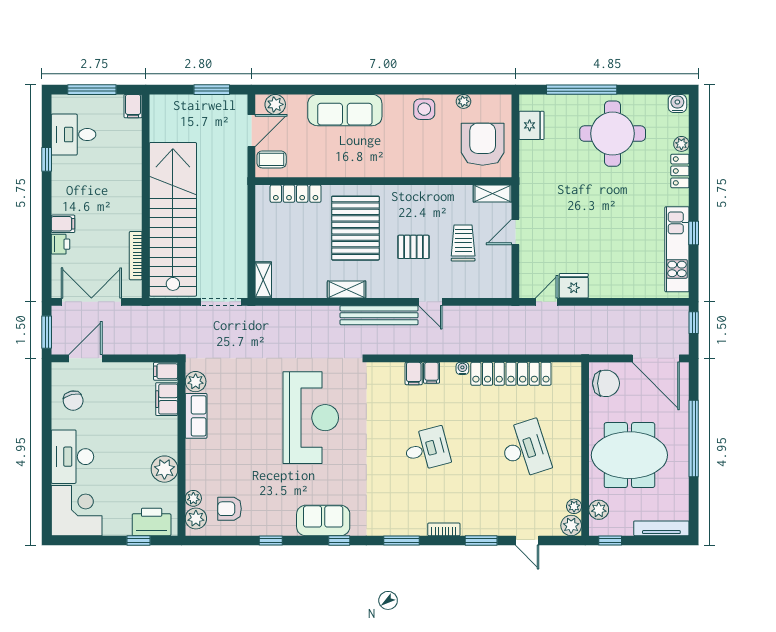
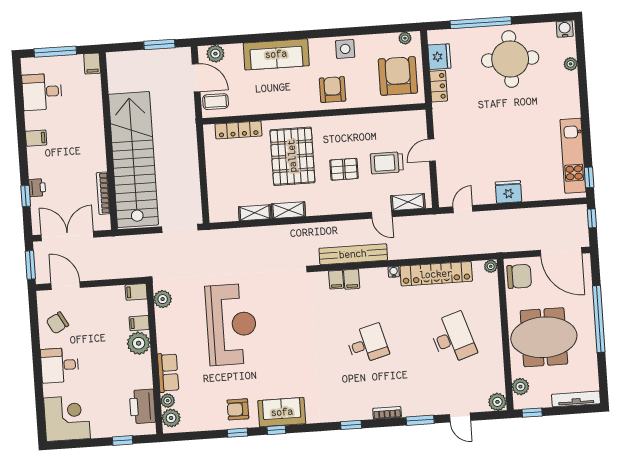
plant: (463, 101) -> (405, 38), moved
door: (251, 131) -> (196, 78), hinge flipped
armchair: (407, 155) -> (333, 90), added
window: (47, 159) -> (26, 196), moved
locker: (680, 171) -> (438, 86), moved, turned 180
shelving: (492, 194) -> (408, 202), moved
filing cabinet: (63, 224) -> (36, 138), moved
window: (694, 233) -> (589, 177), moved
trolley: (463, 243) -> (387, 163), turned -90
shelving: (263, 280) -> (255, 213), moved, turned 90
fridge: (574, 286) -> (508, 192), moved
door: (430, 302) -> (382, 215), moved
bench: (379, 315) -> (353, 254), moved
door: (85, 358) -> (66, 286), hinge flipped
filing cabinet: (432, 373) -> (336, 280), moved
filing cabinet: (167, 399) -> (139, 323), width x0.50
chair: (73, 401) -> (57, 323), turned 74
row of seats: (196, 416) -> (168, 373), moved
reception desk: (311, 418) -> (231, 324), moved
desk: (72, 457) -> (60, 365), width x0.73
plant: (164, 469) -> (139, 343), moved
plant: (574, 506) -> (491, 266), moved
armchair: (230, 509) -> (238, 409), moved
printer: (152, 522) -> (142, 406), moved, turned -90
window: (339, 541) -> (276, 430), moved
window: (402, 541) -> (351, 425), width x0.67

